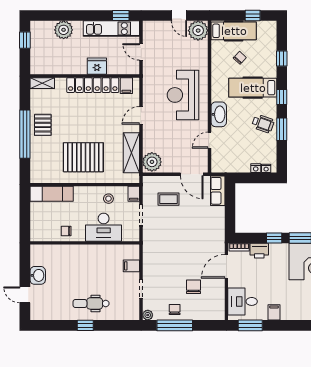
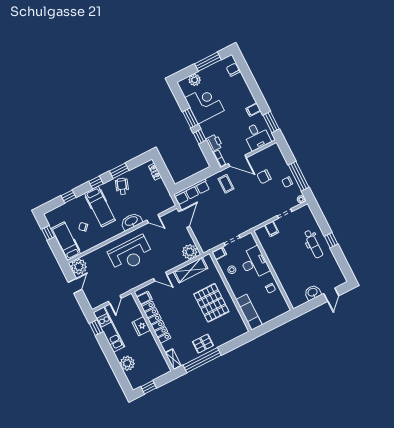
window: (25, 134) -> (202, 360), moved
row of seats: (218, 191) -> (192, 192), width x1.48
coffee table: (168, 199) -> (226, 184), moved

